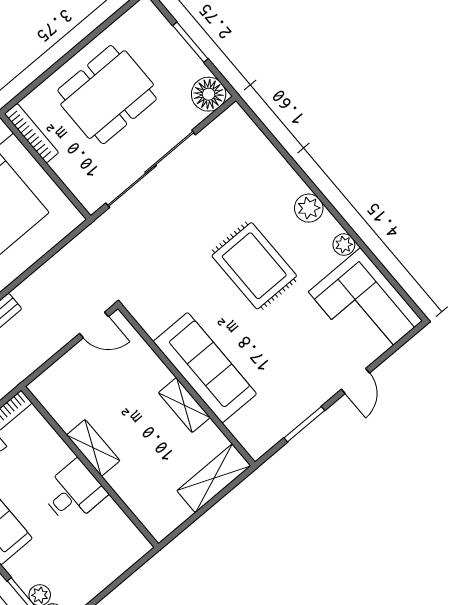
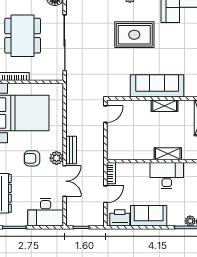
shelving: (93, 448) -> (168, 154), moved
desk: (73, 493) -> (167, 175), width x1.37

